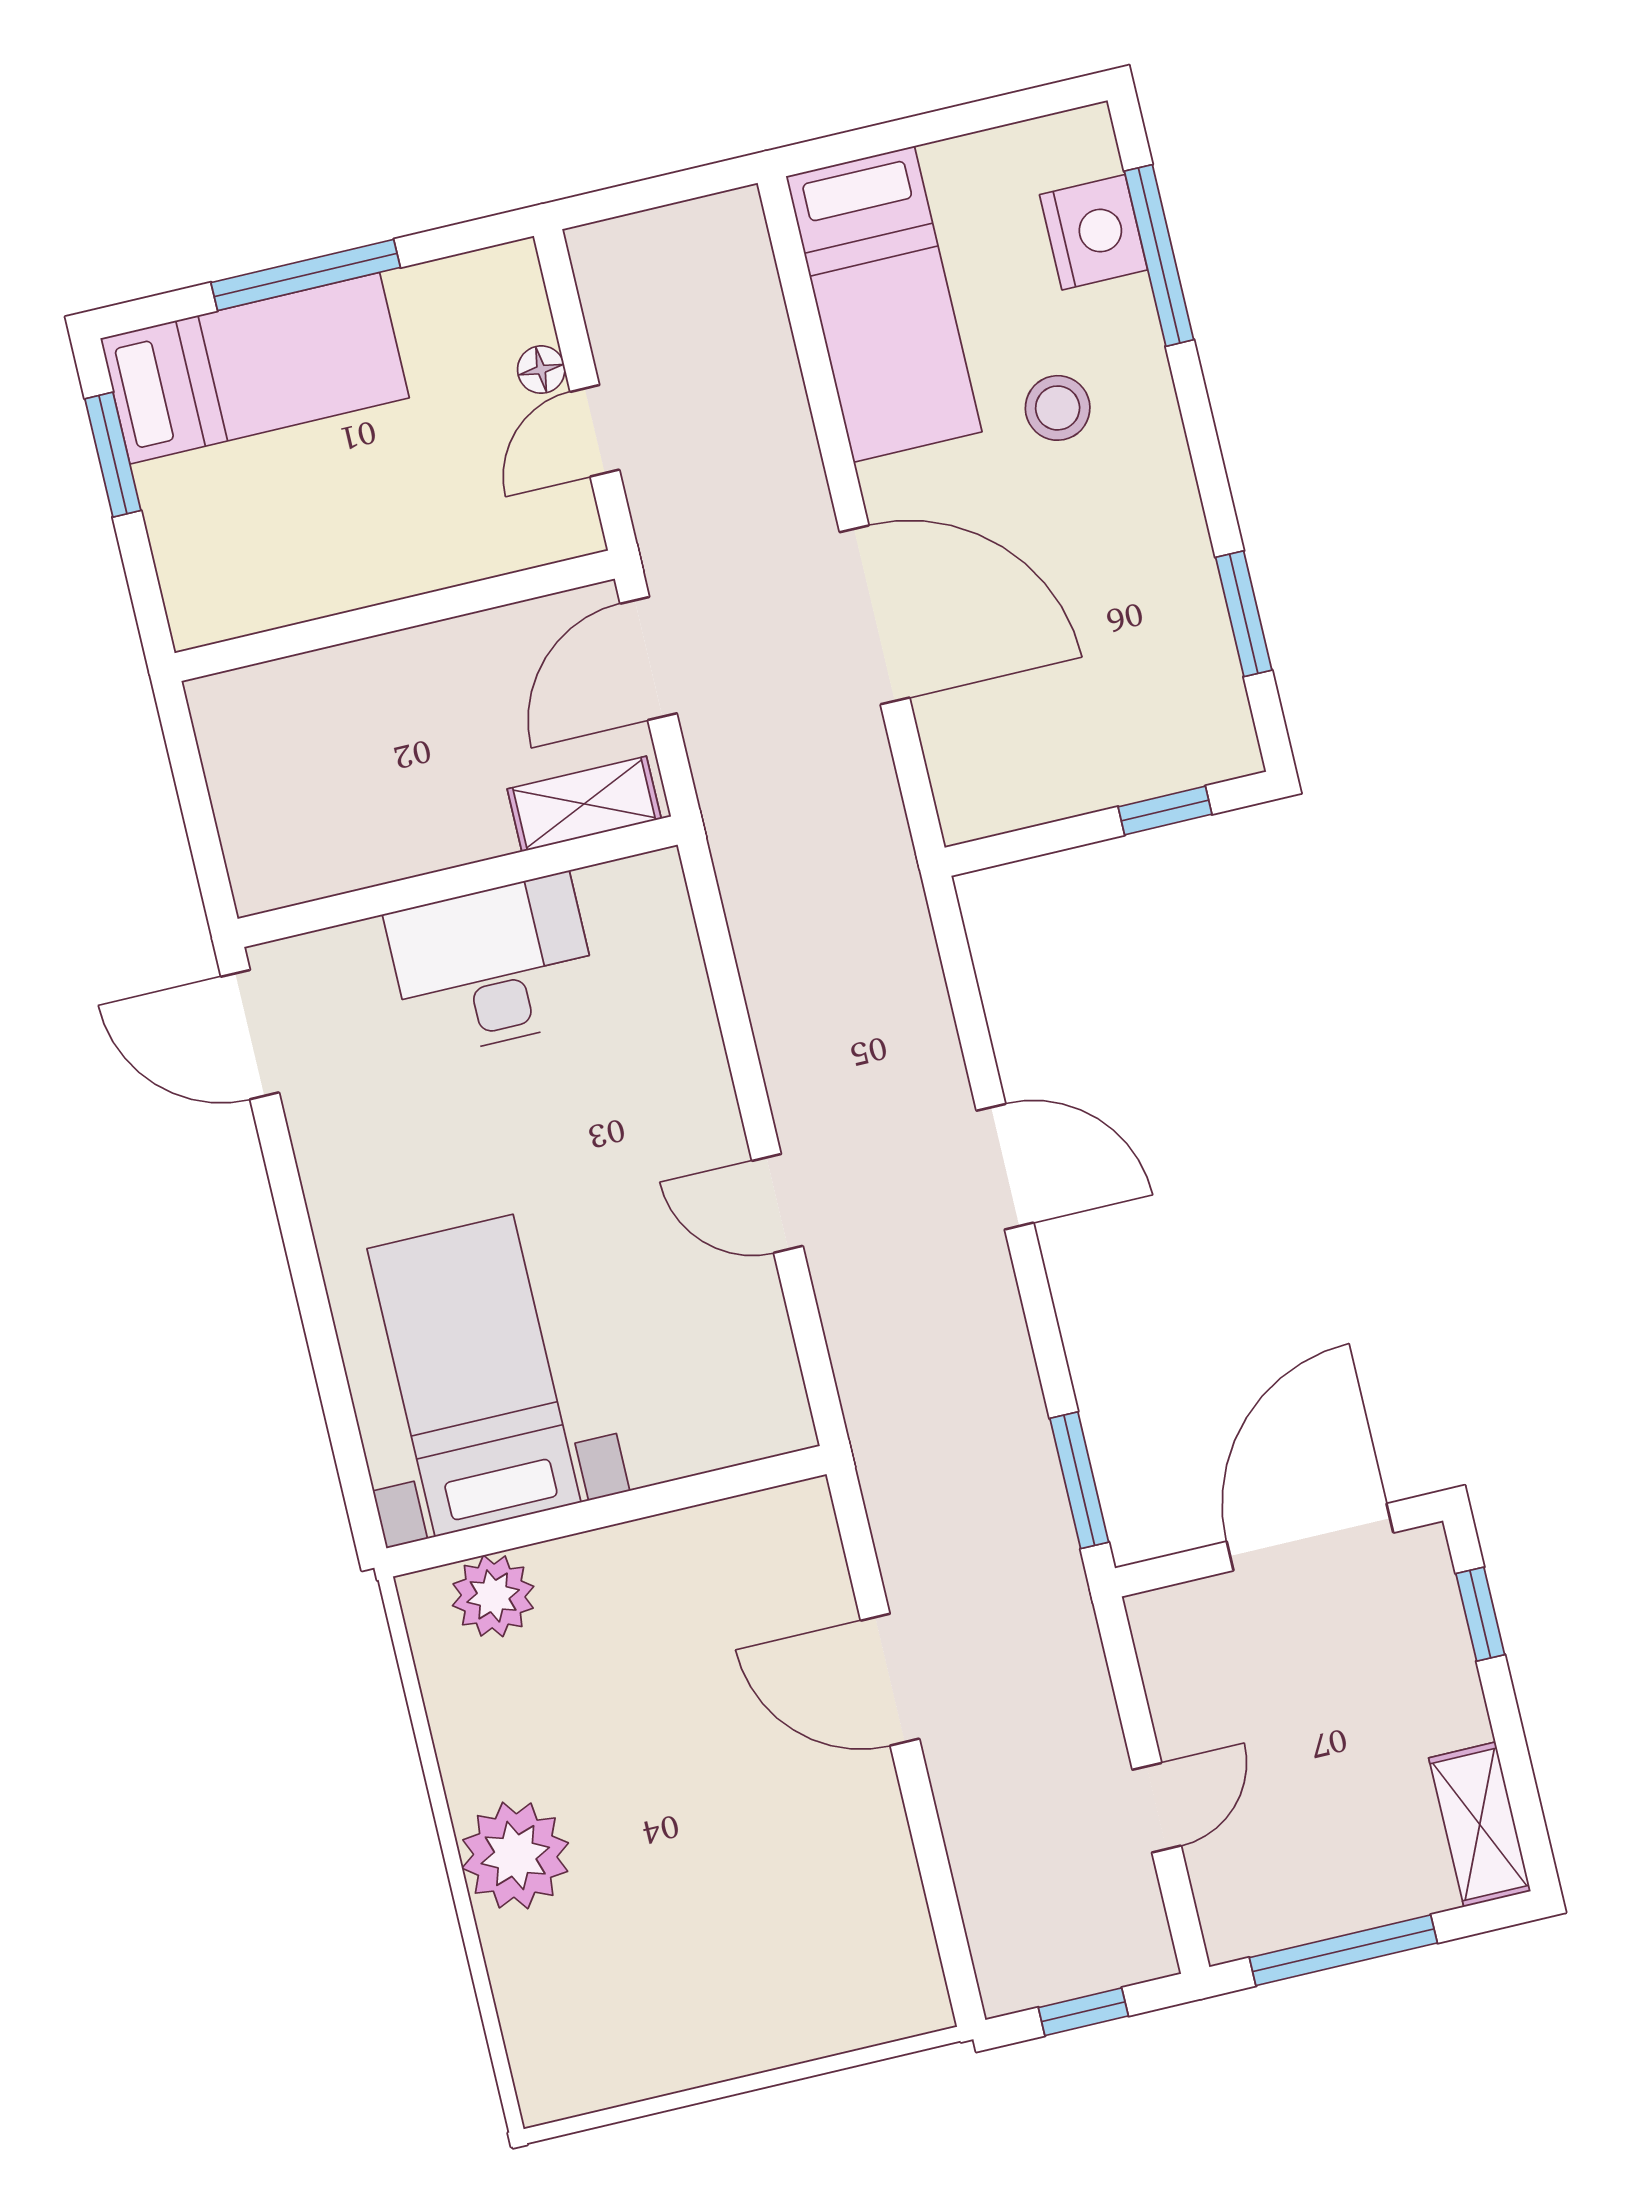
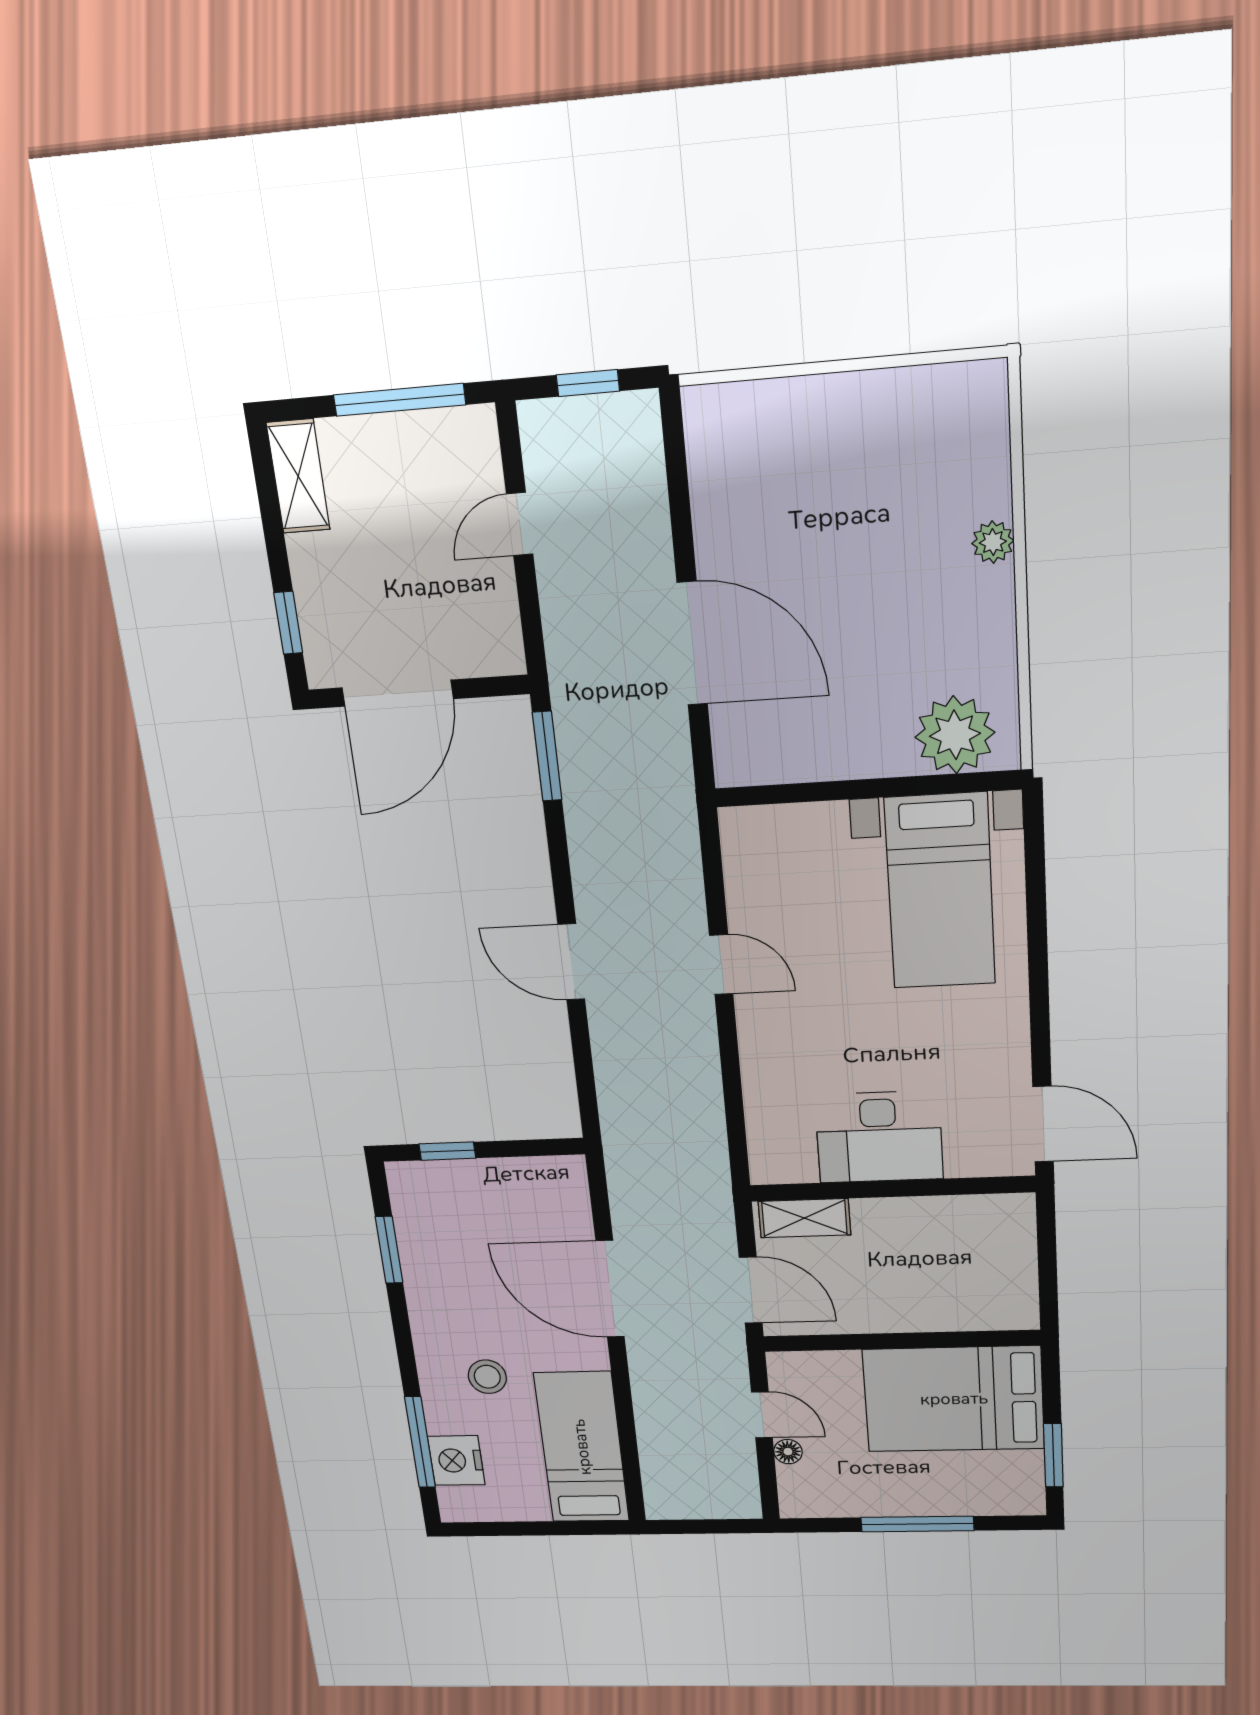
bed: (255, 368) -> (954, 1399), moved, width x1.50
door: (595, 431) -> (762, 1415), hinge flipped
door: (649, 658) -> (751, 1290), hinge flipped
plant: (493, 1596) -> (955, 735), width x1.36, depth x1.36
door: (890, 1680) -> (692, 644), width x1.36
plant: (515, 1856) -> (993, 542), width x0.53, depth x0.53

